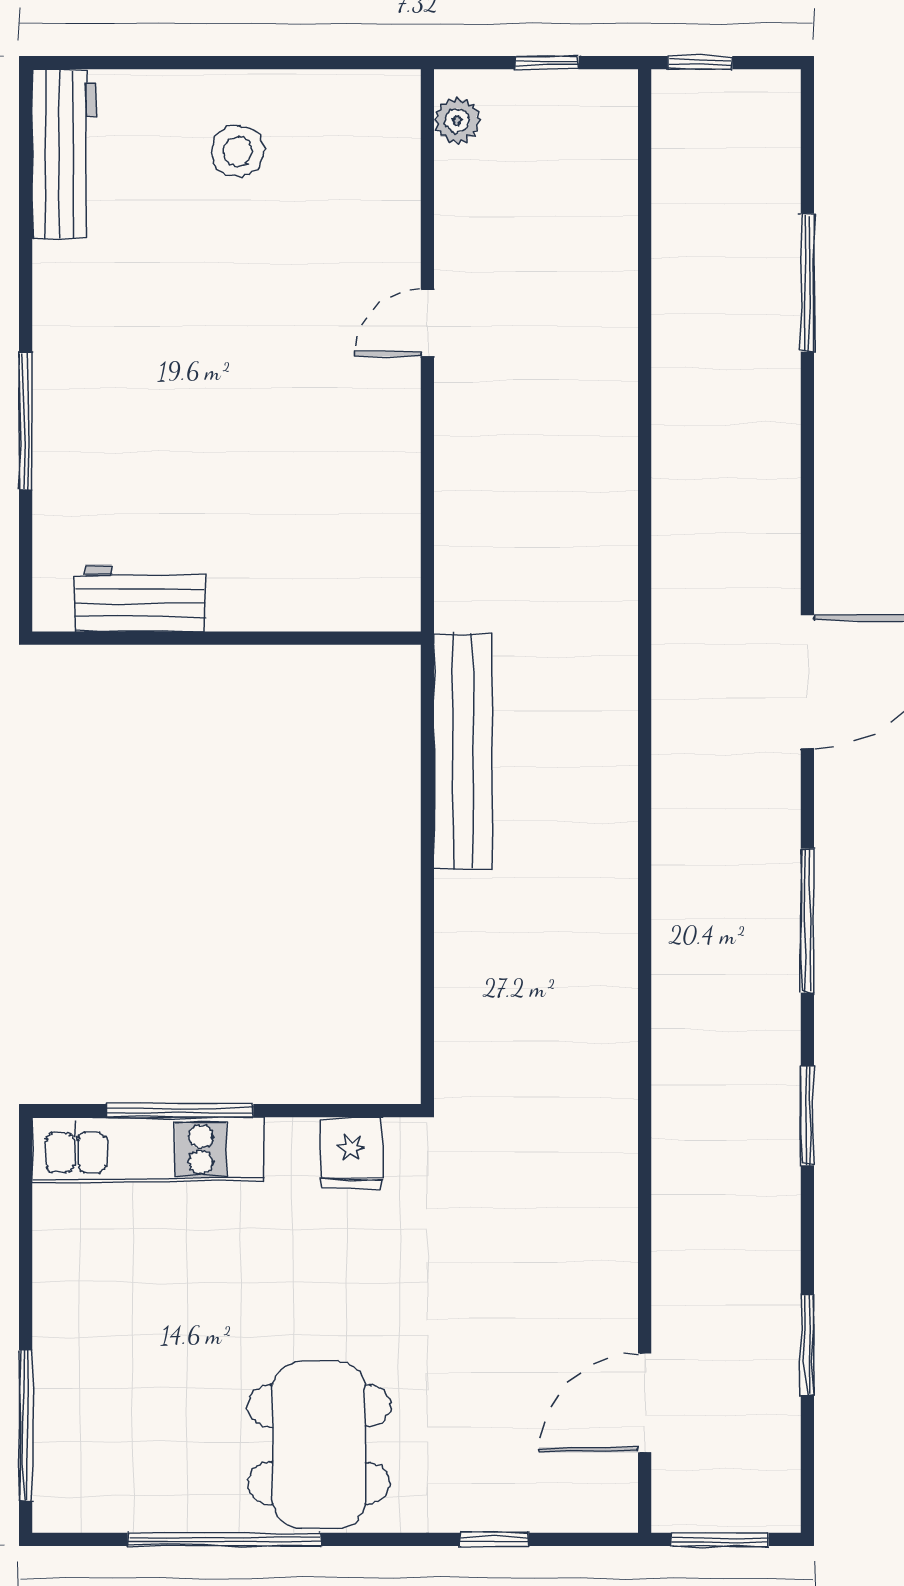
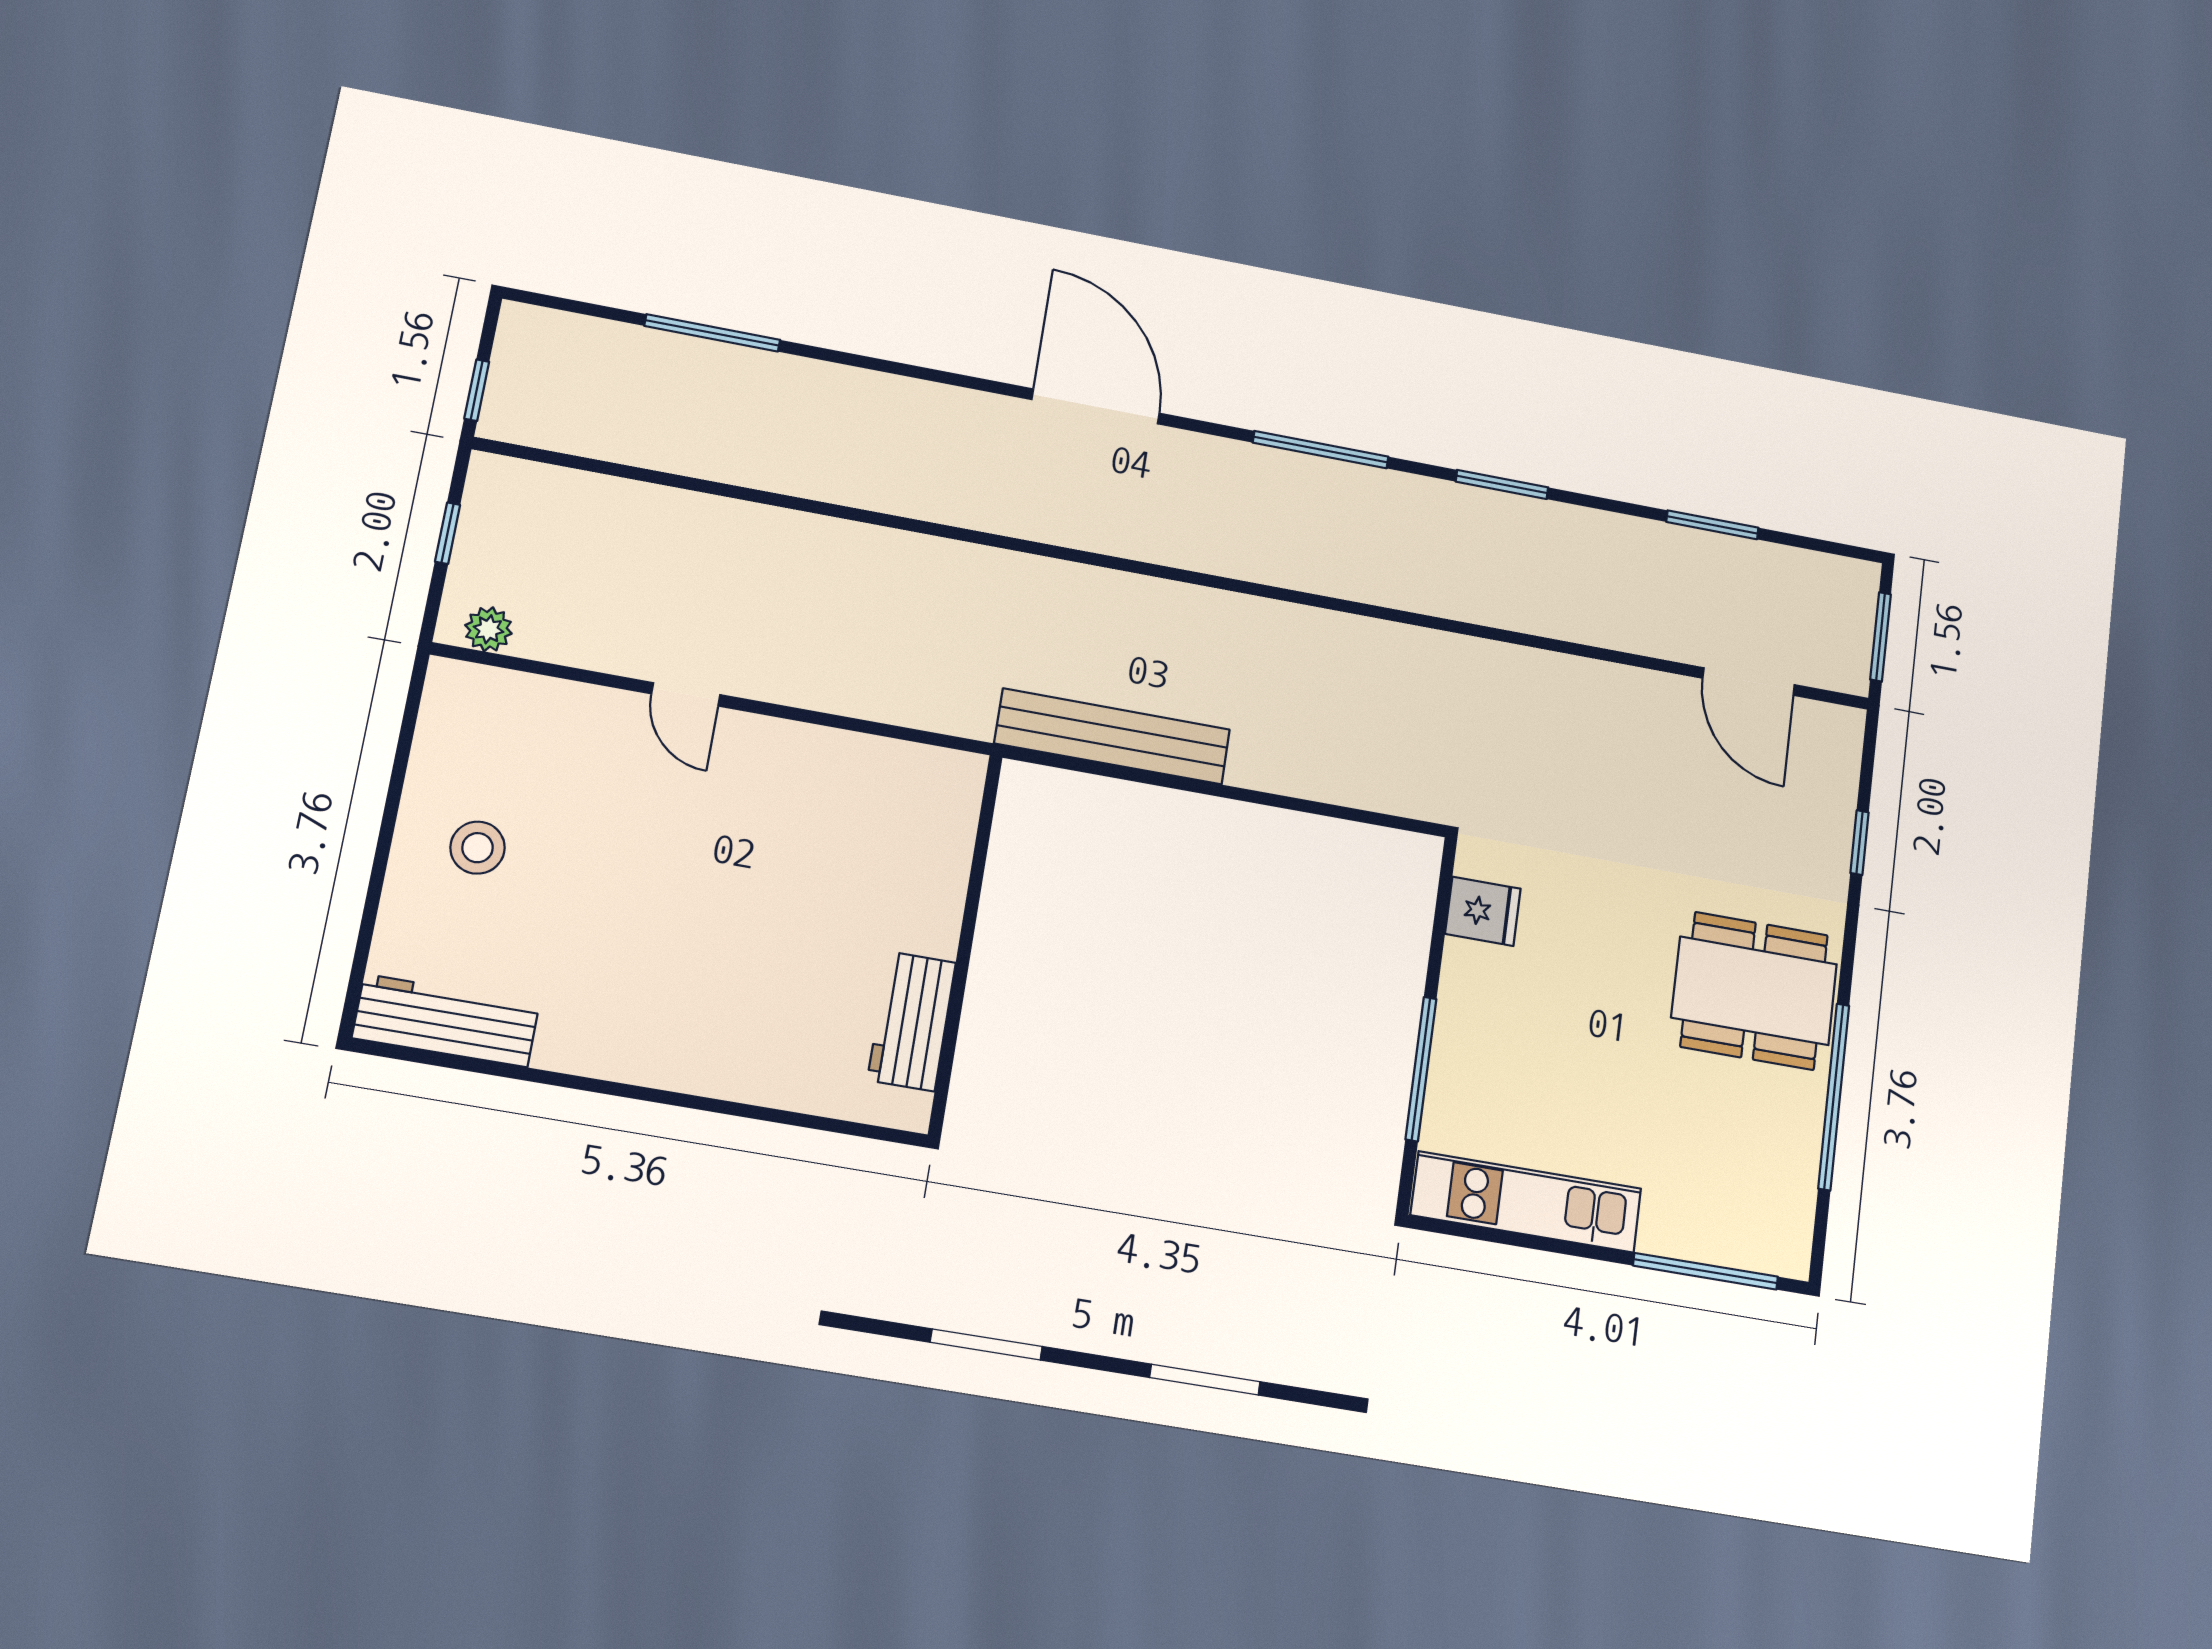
window: (26, 421) -> (713, 1105), removed
kitchen unit: (148, 1150) -> (1526, 1202), moved, turned -90

